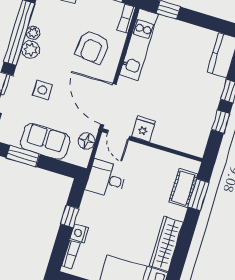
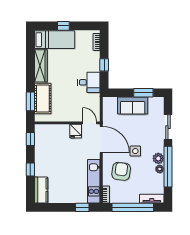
side table: (42, 90) -> (135, 151), moved
window: (221, 122) -> (30, 139), moved
floor lamp: (87, 141) -> (108, 113), removed
desk: (106, 179) -> (89, 82), moved
cot: (183, 188) -> (43, 99), width x1.37, depth x1.34
nightstand: (79, 233) -> (95, 56), removed

